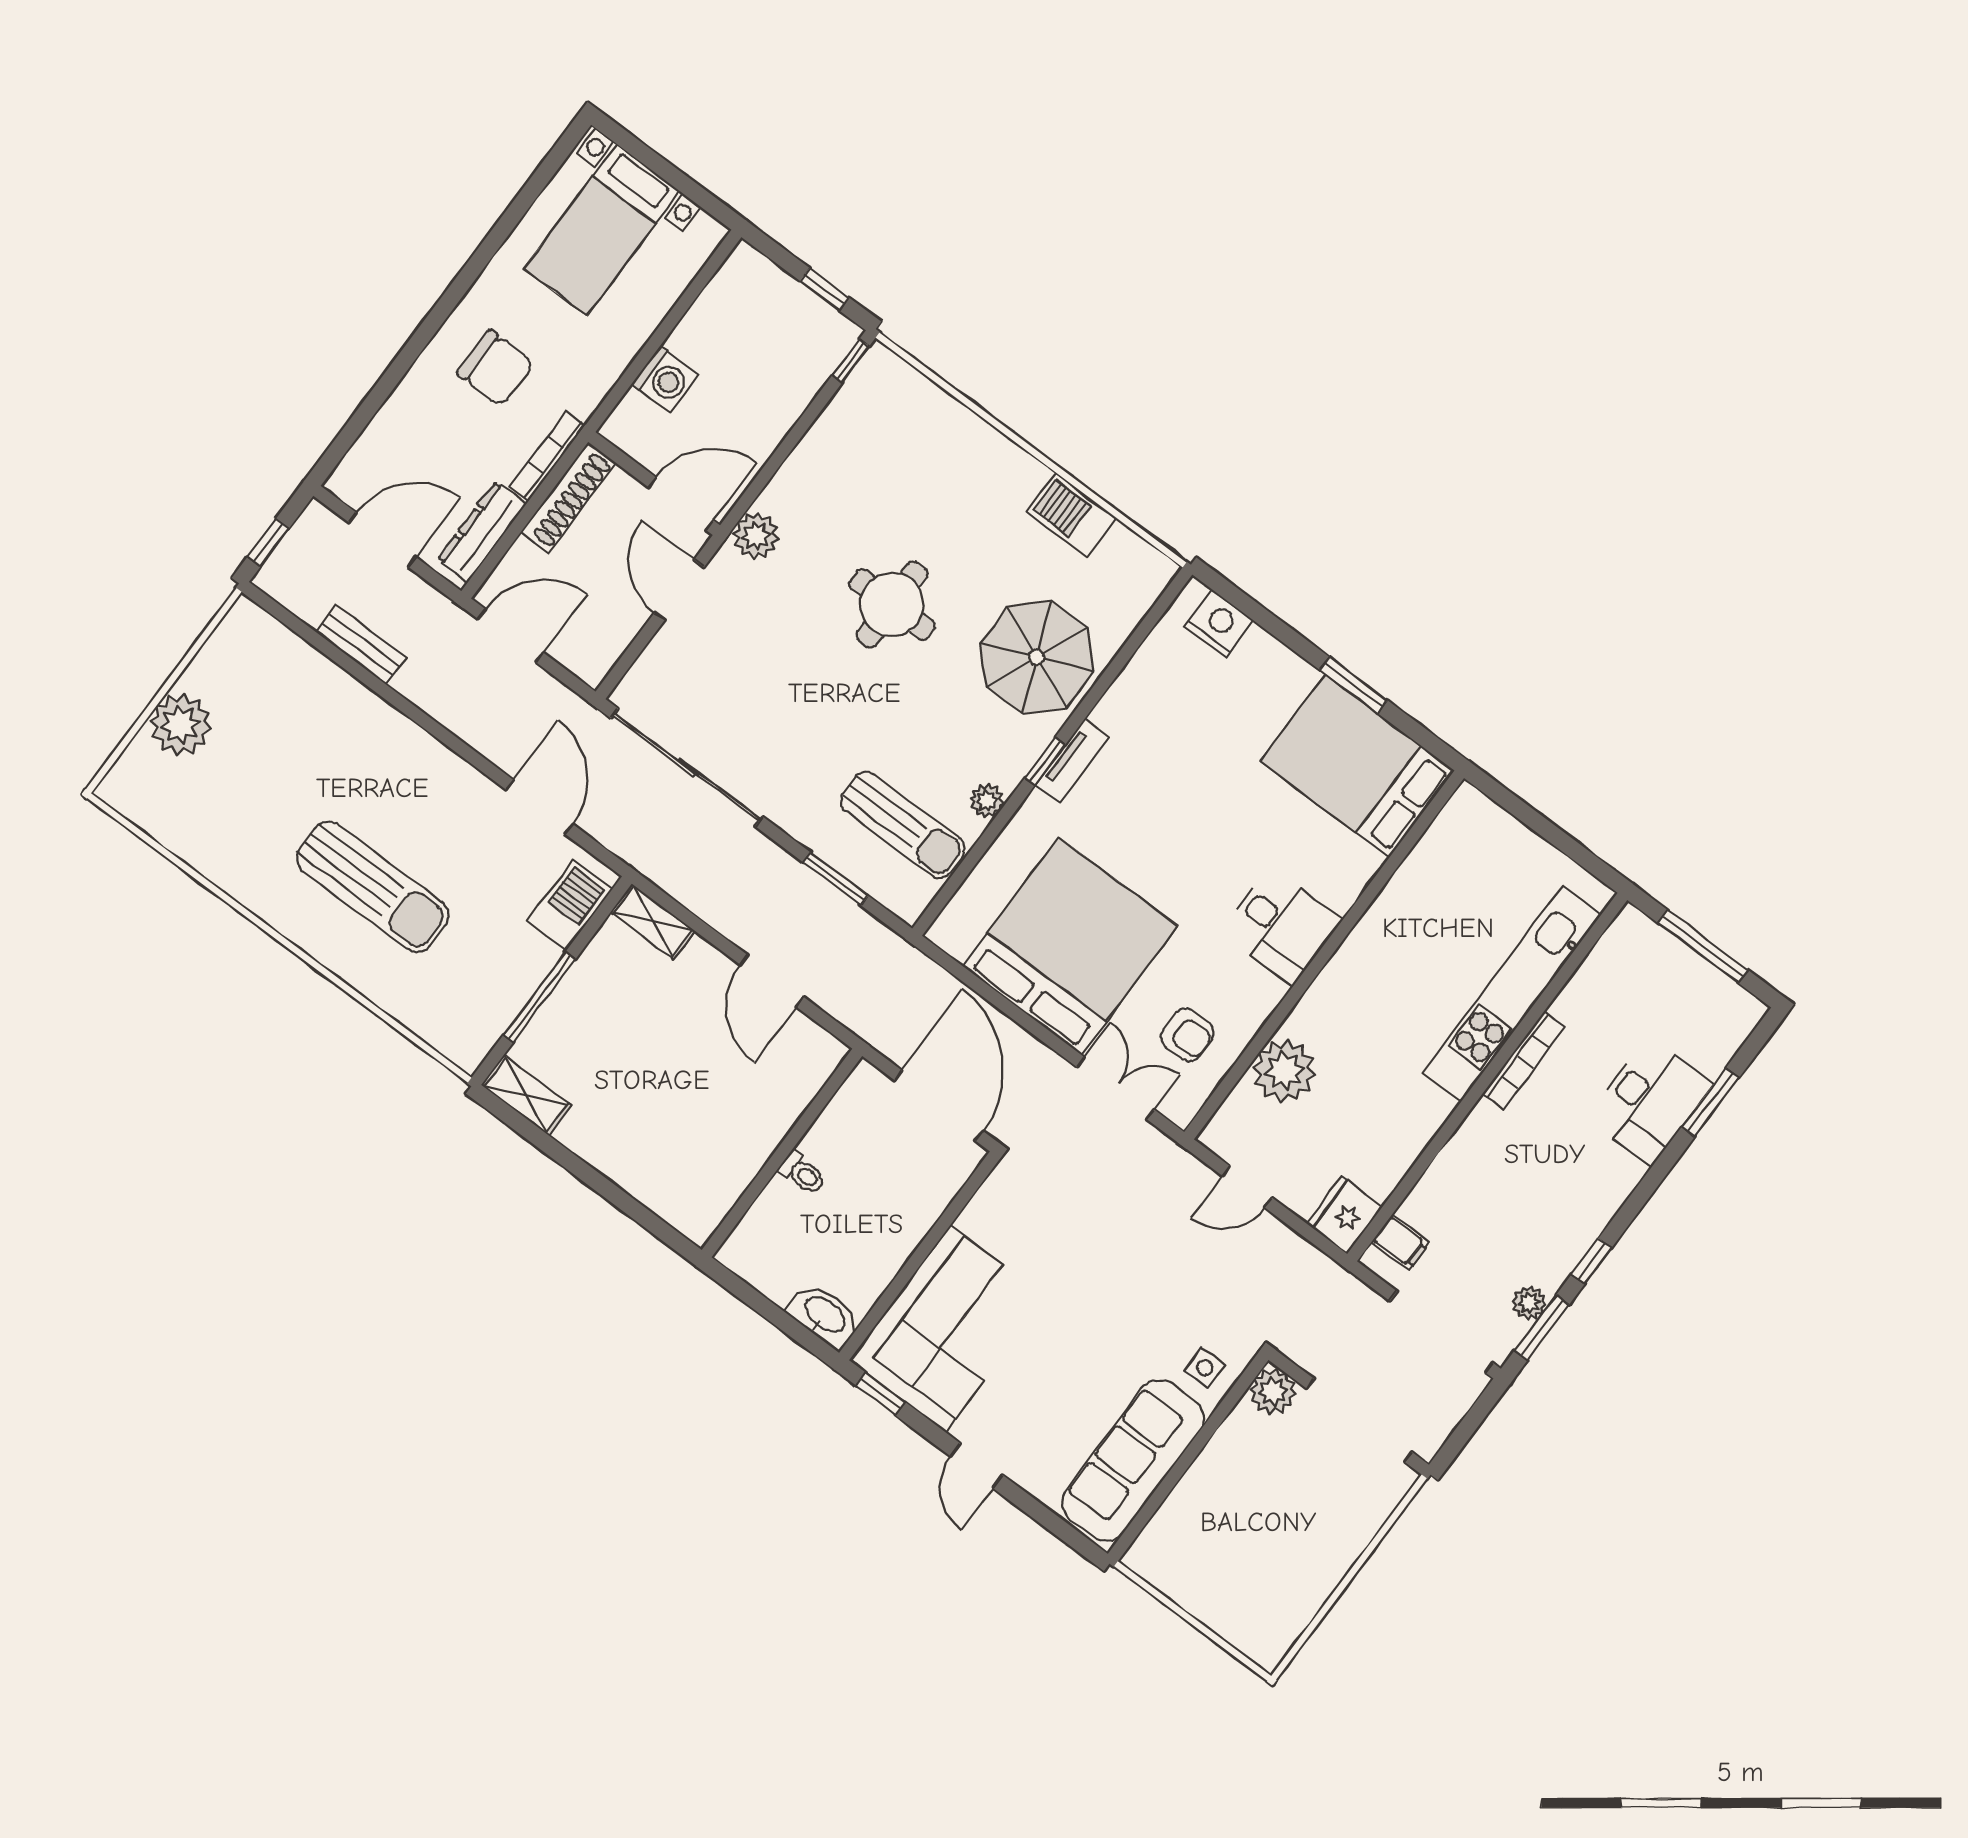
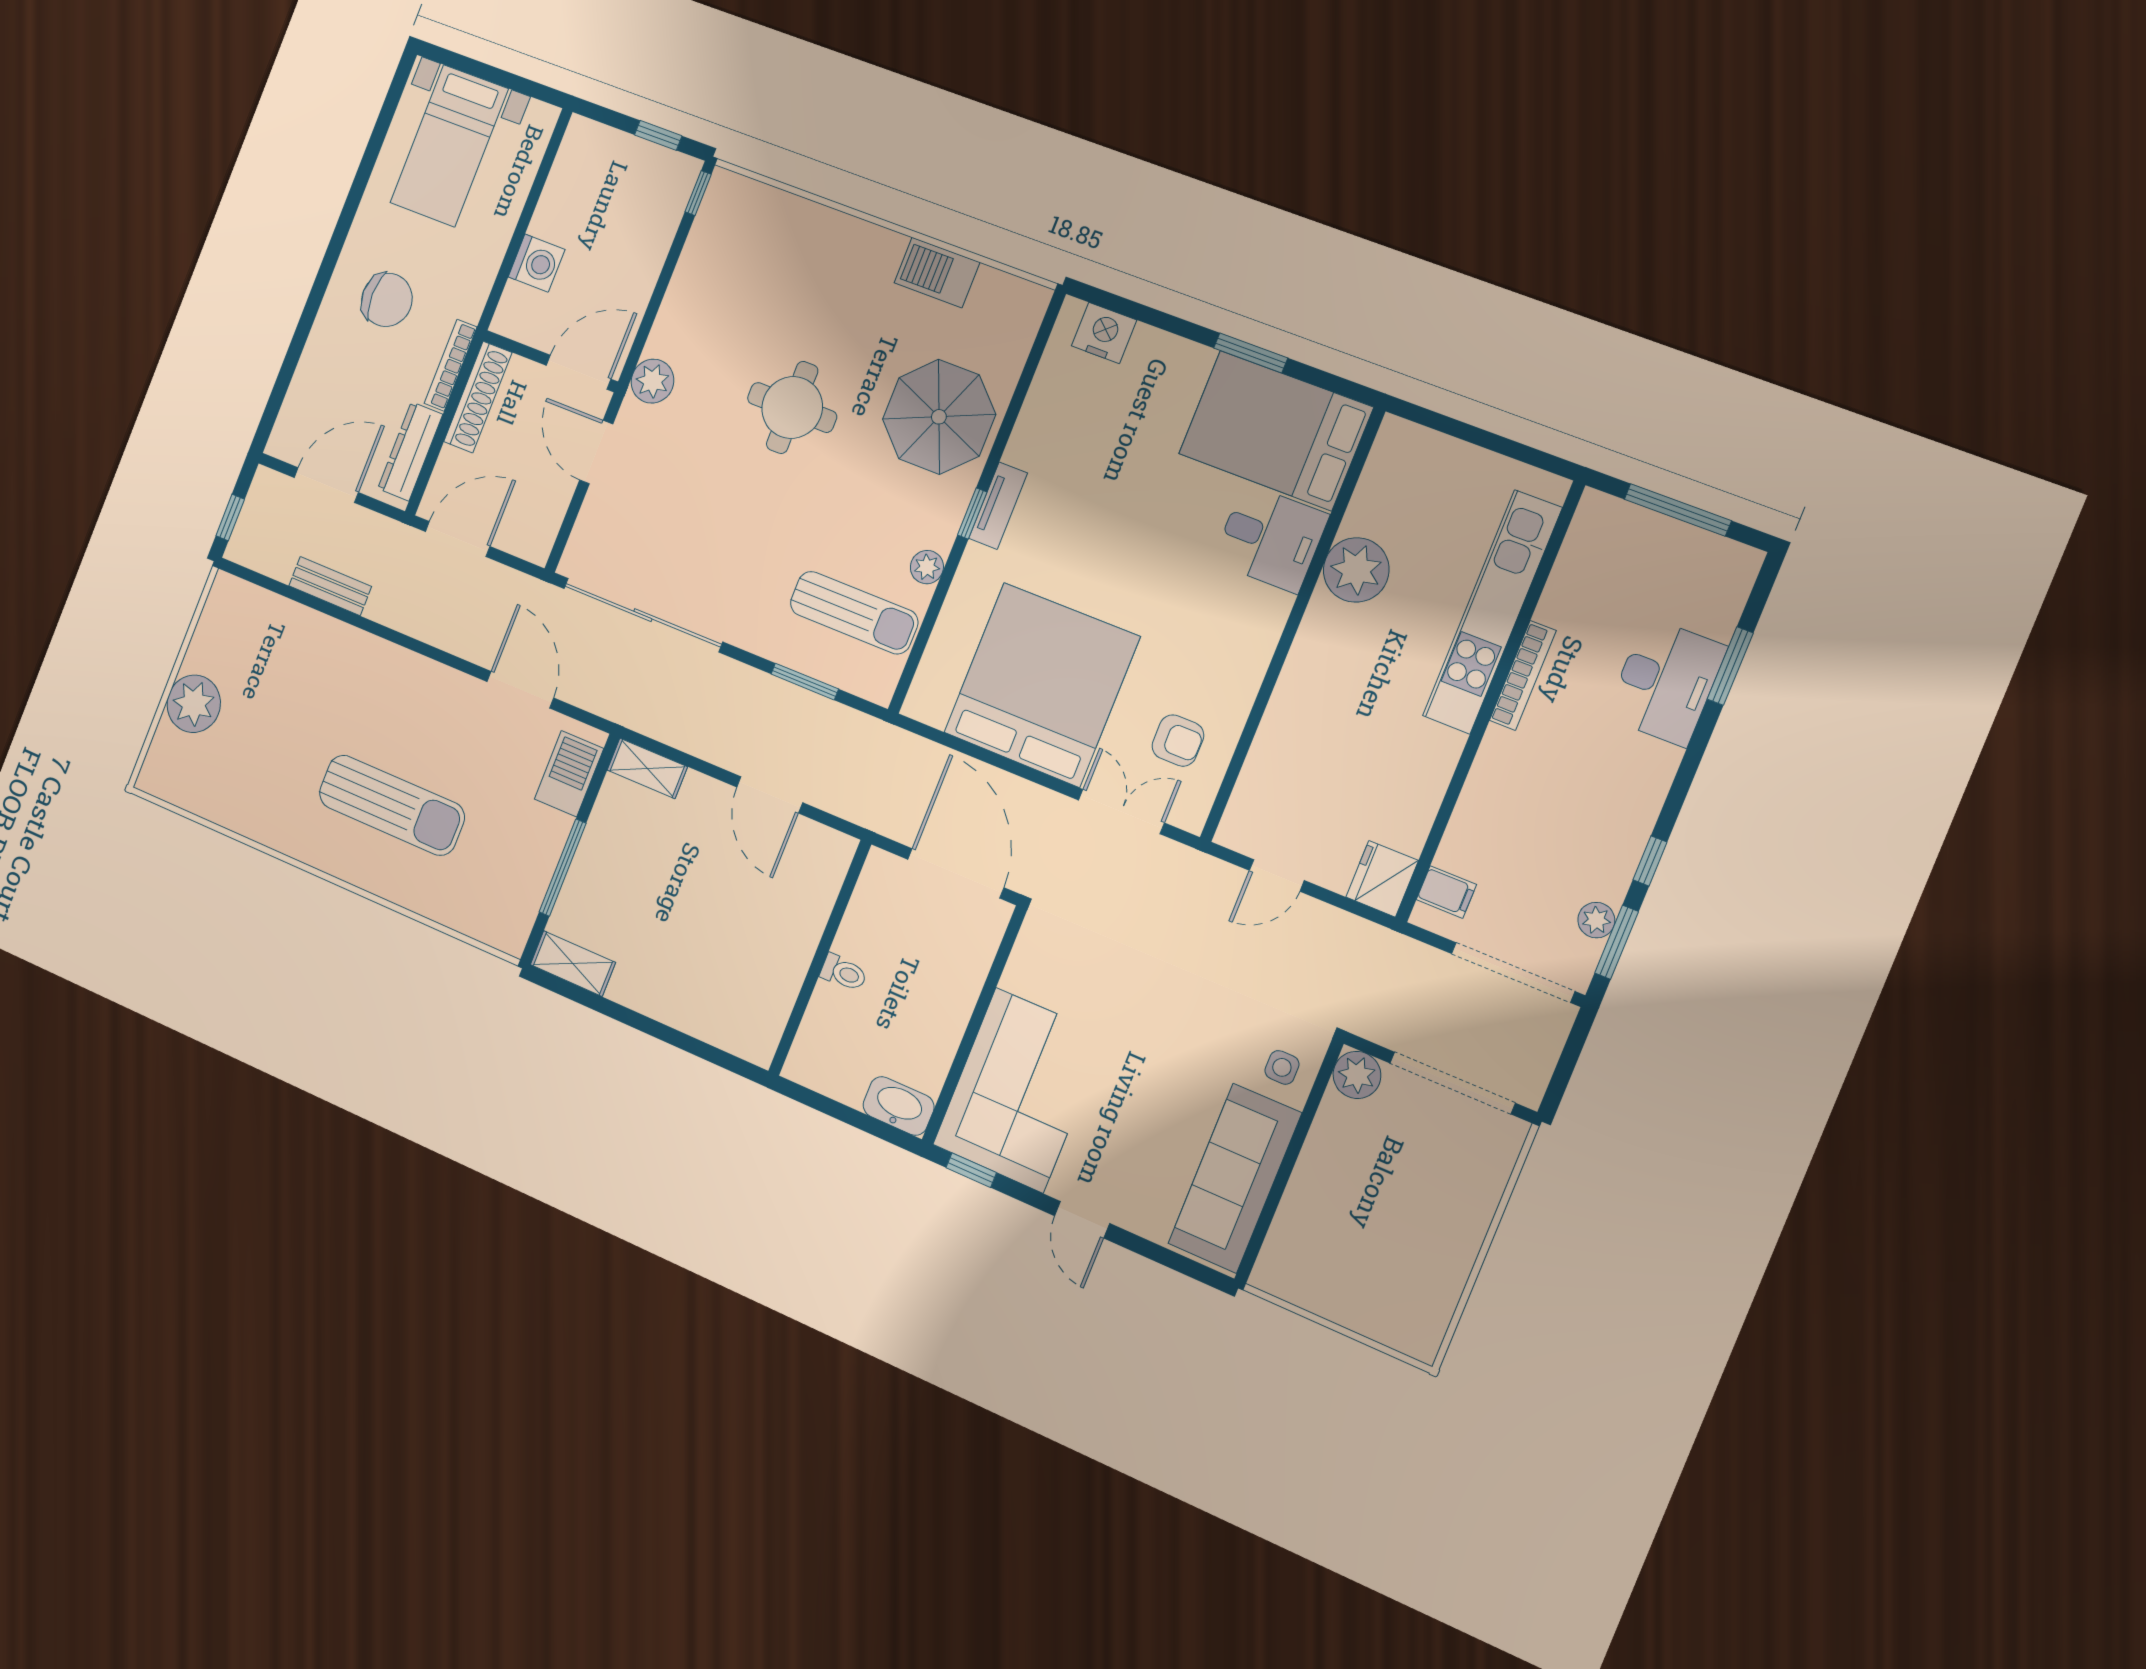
desk: (1282, 926) -> (1271, 538), moved
plant: (1284, 1071) -> (1356, 570), moved

